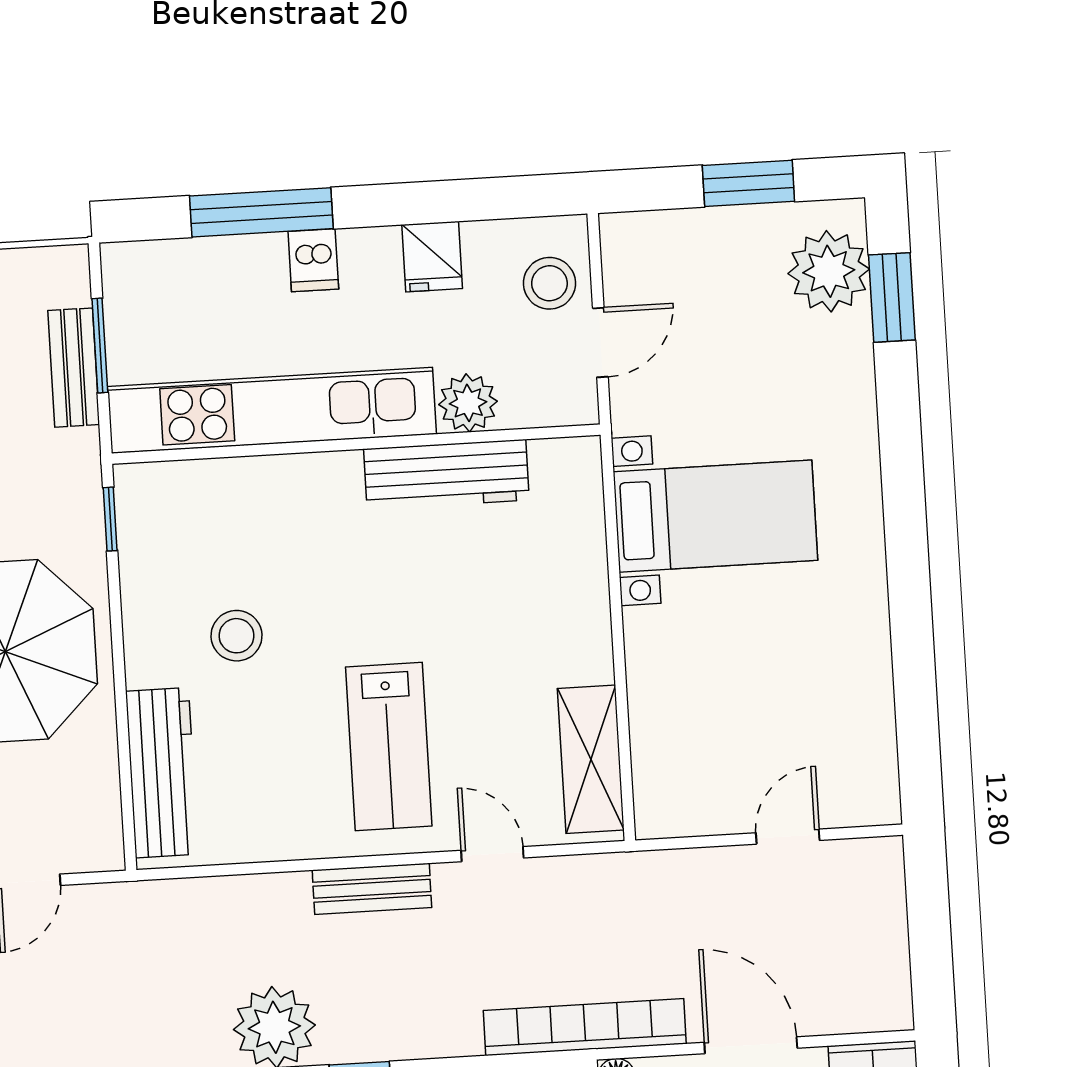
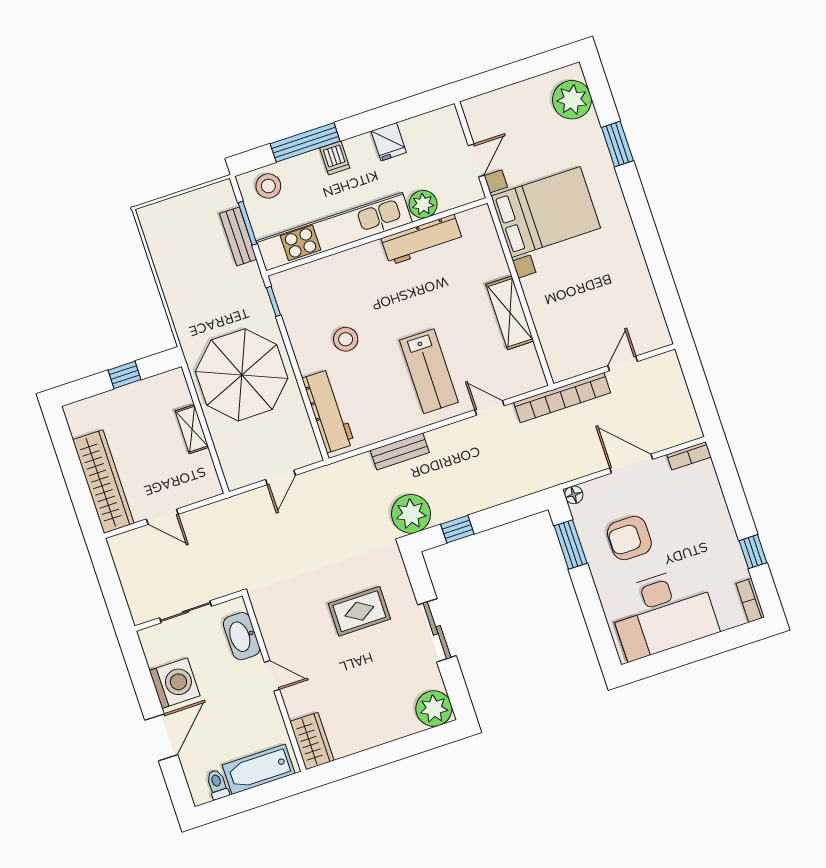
window: (748, 183) -> (525, 69), removed
stool: (549, 283) -> (268, 186), moved
window: (892, 297) -> (617, 144), moved
bed with nightstands: (715, 516) -> (546, 212), width x1.36
shelving: (591, 759) -> (510, 313), moved
bench: (372, 889) -> (400, 451), moved
bookcase: (585, 1027) -> (562, 398), moved, turned 180

